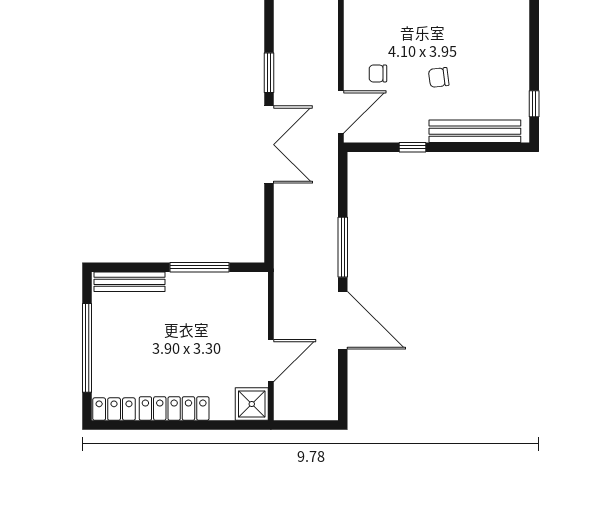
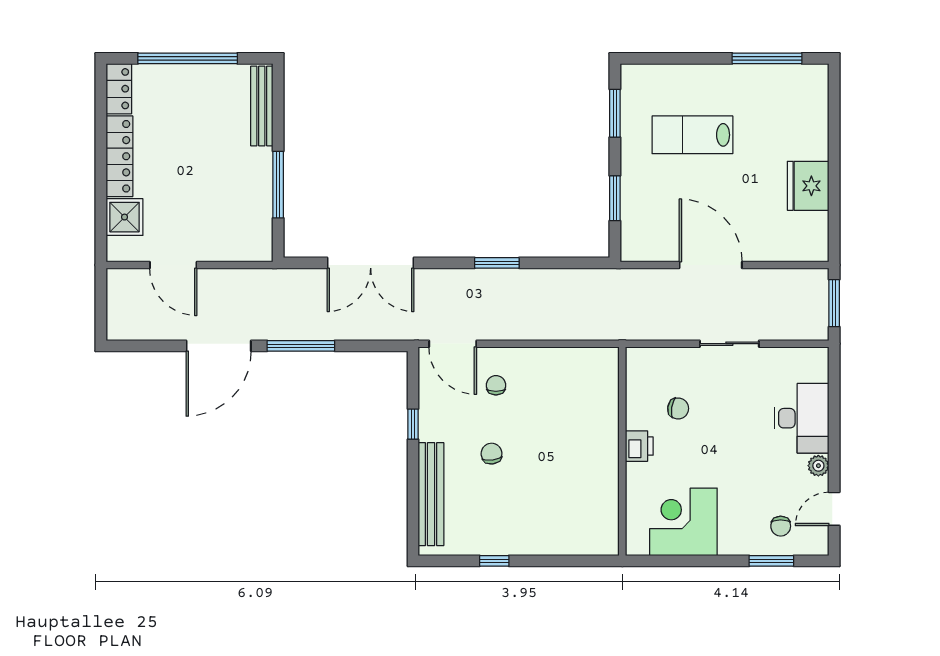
window: (534, 104) -> (494, 561), moved
double door: (269, 145) -> (371, 263), moved
shower: (252, 404) -> (125, 217), moved

